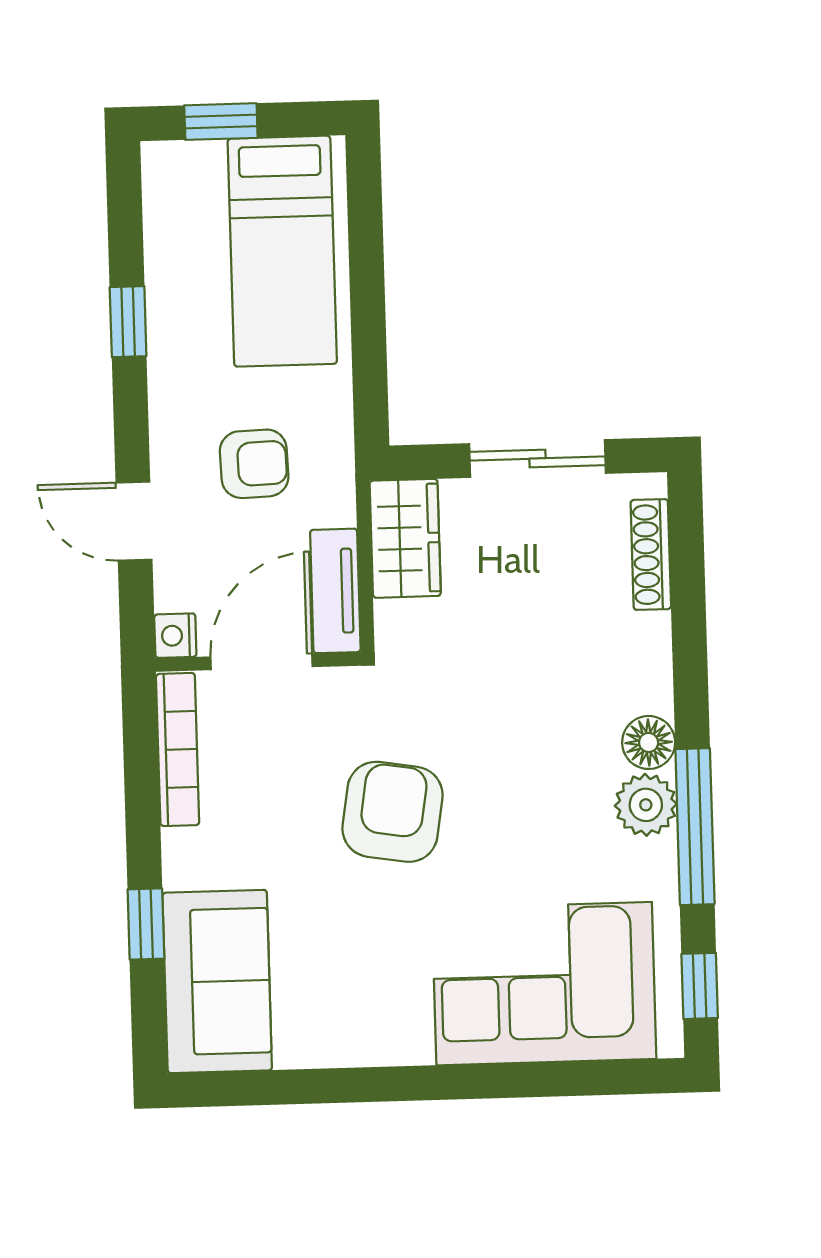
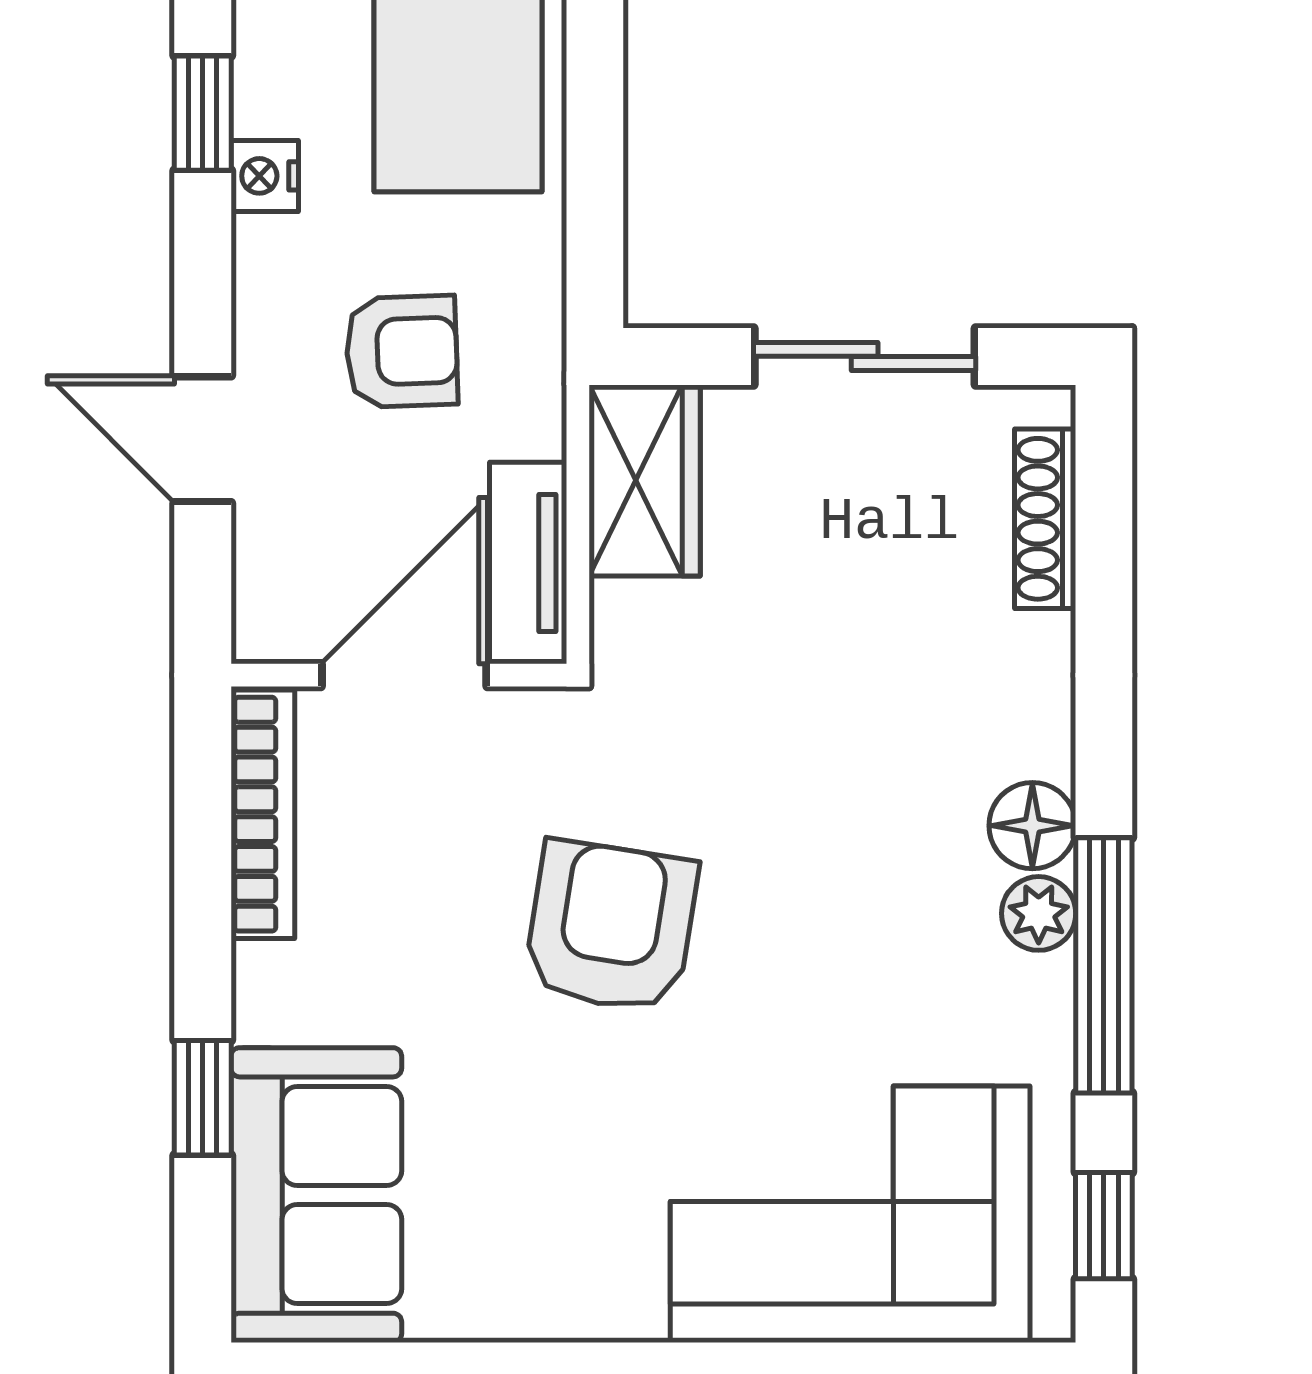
nightstand: (175, 636) -> (265, 176), moved
plant: (646, 805) -> (1039, 913), width x0.73, depth x0.73

